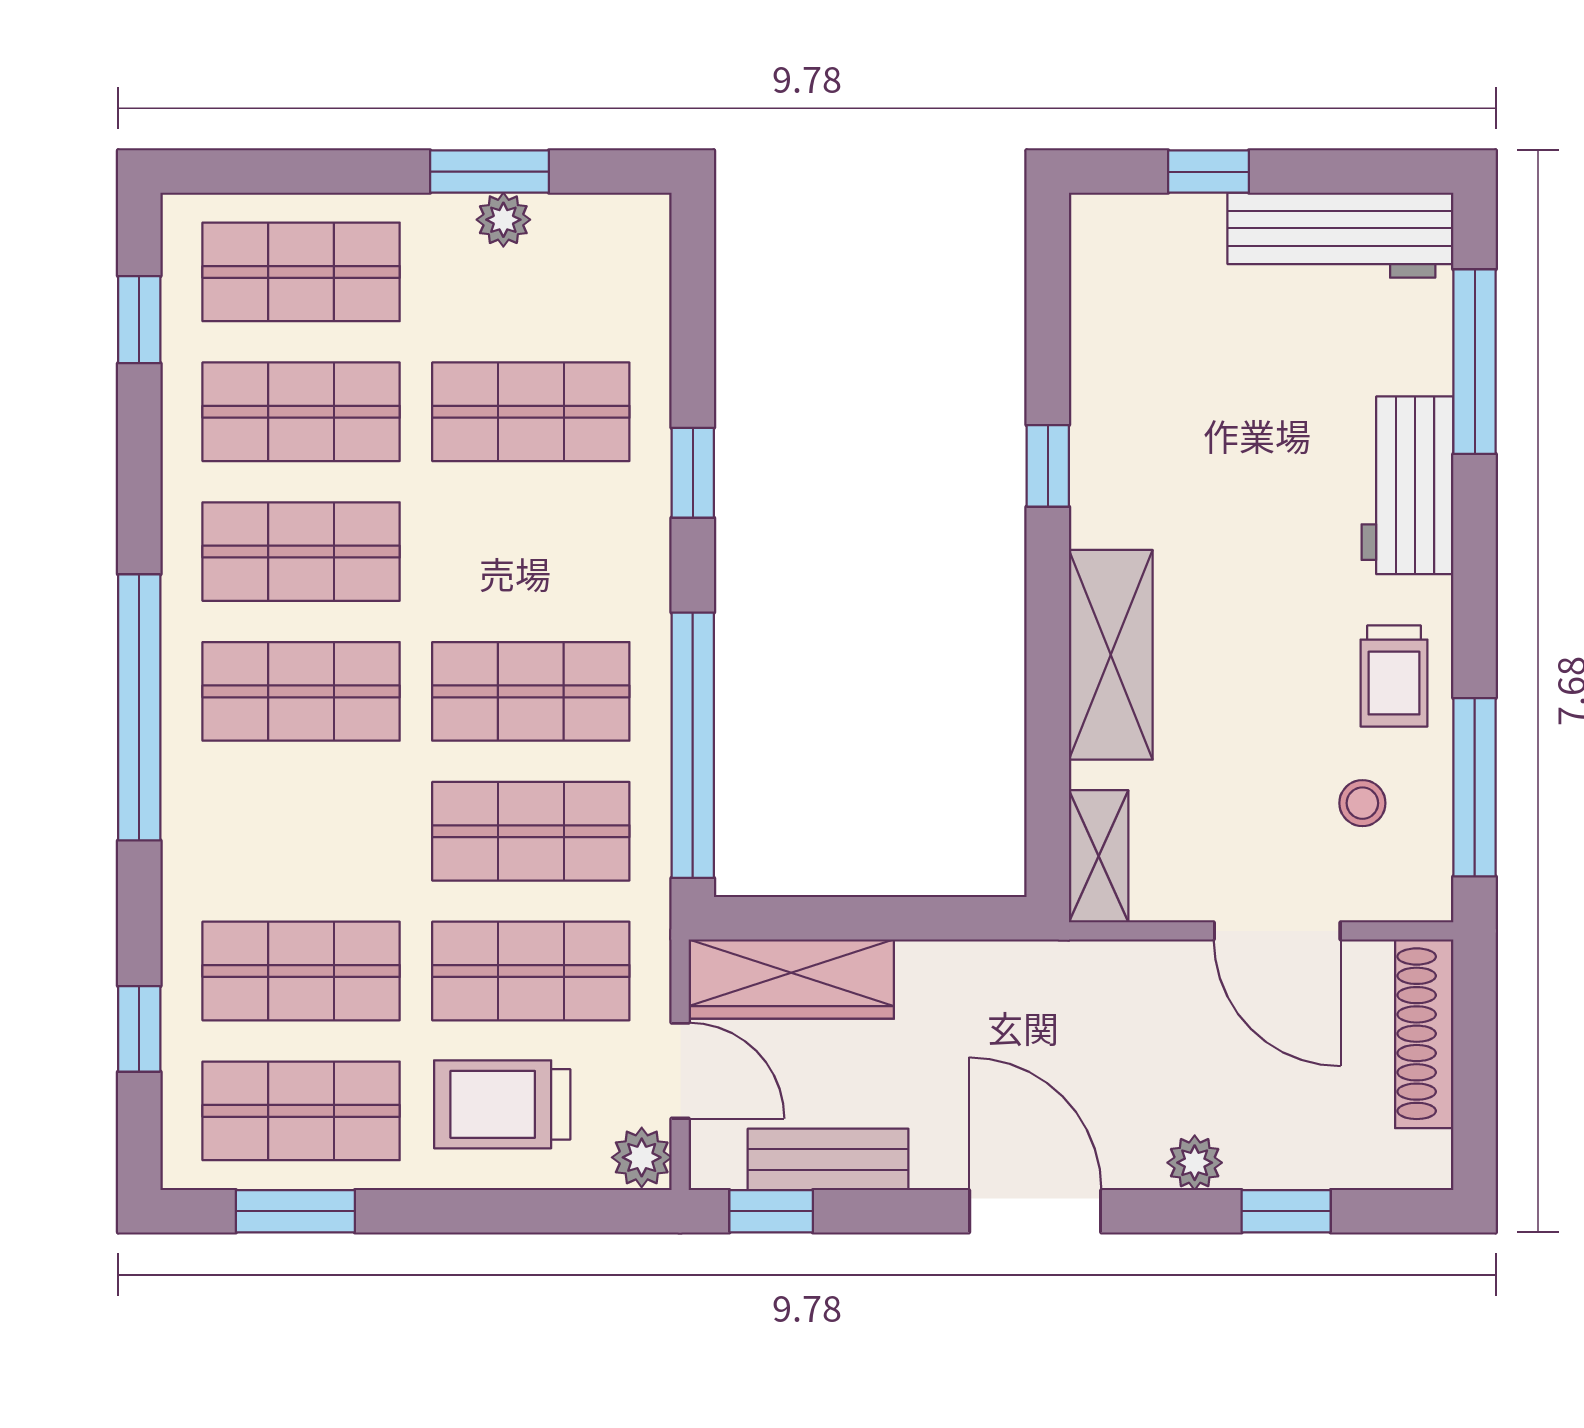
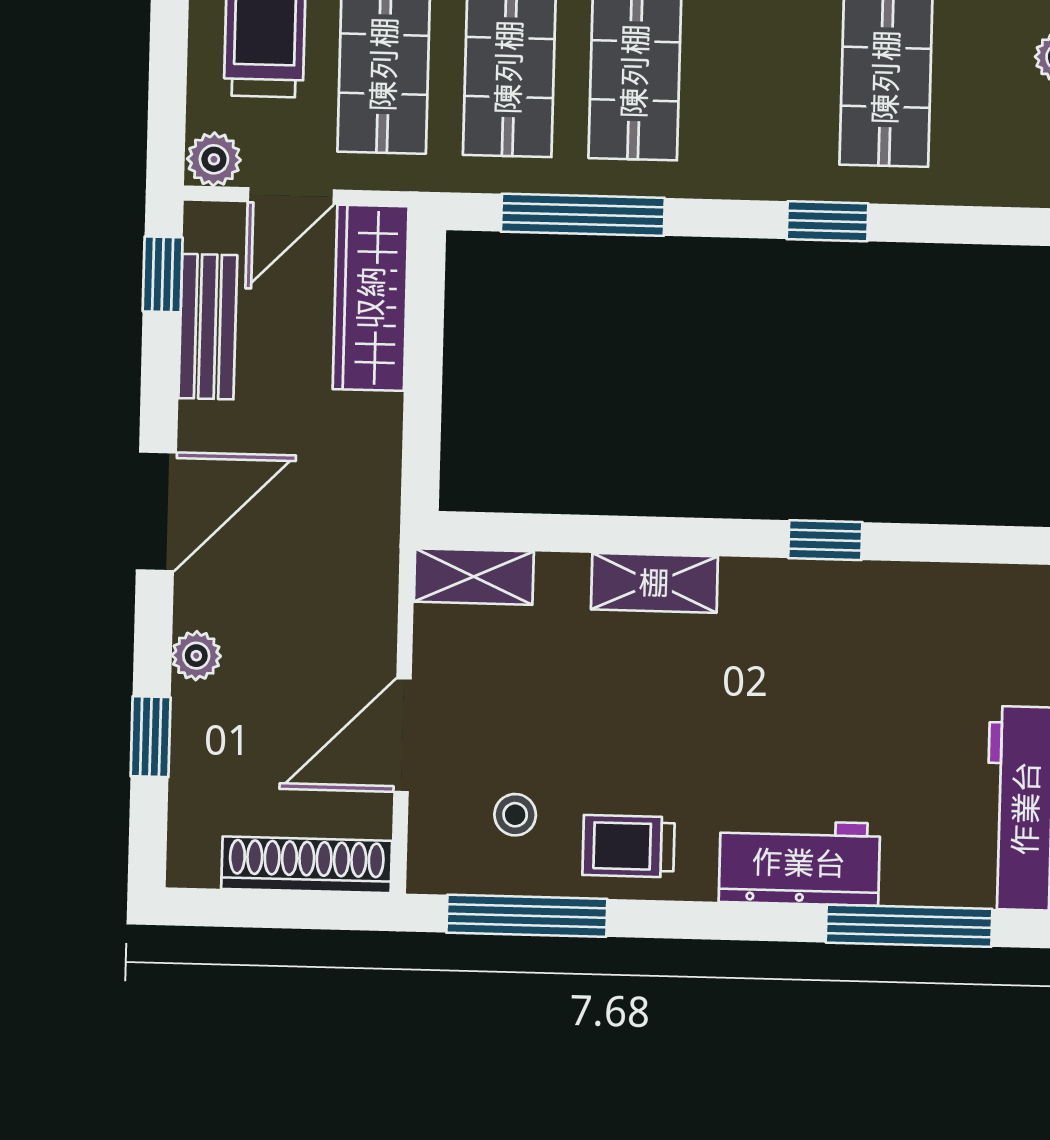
shelving: (1111, 655) -> (654, 583), width x0.67, depth x0.75
window: (693, 745) -> (583, 215), width x0.68

